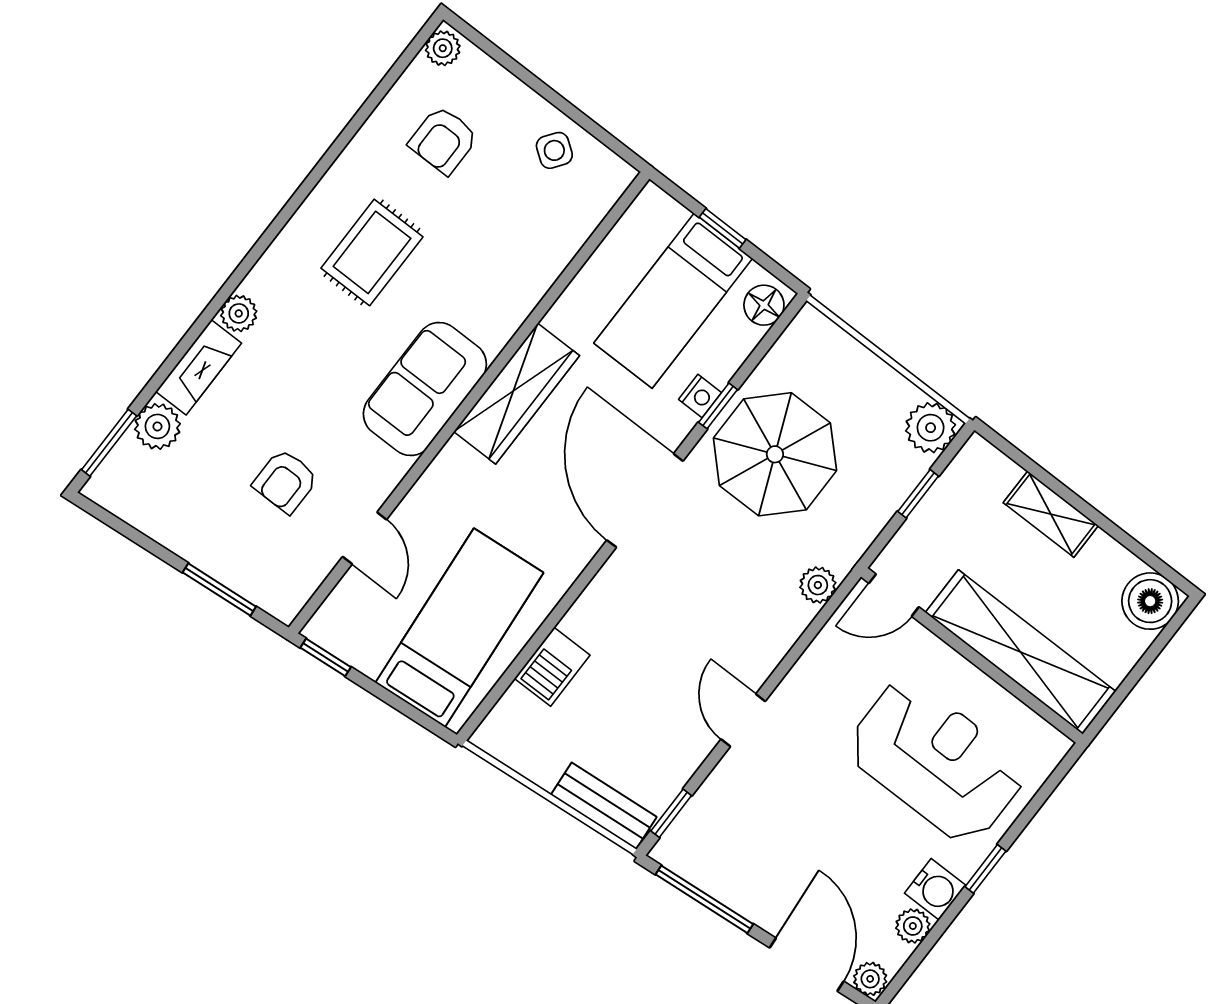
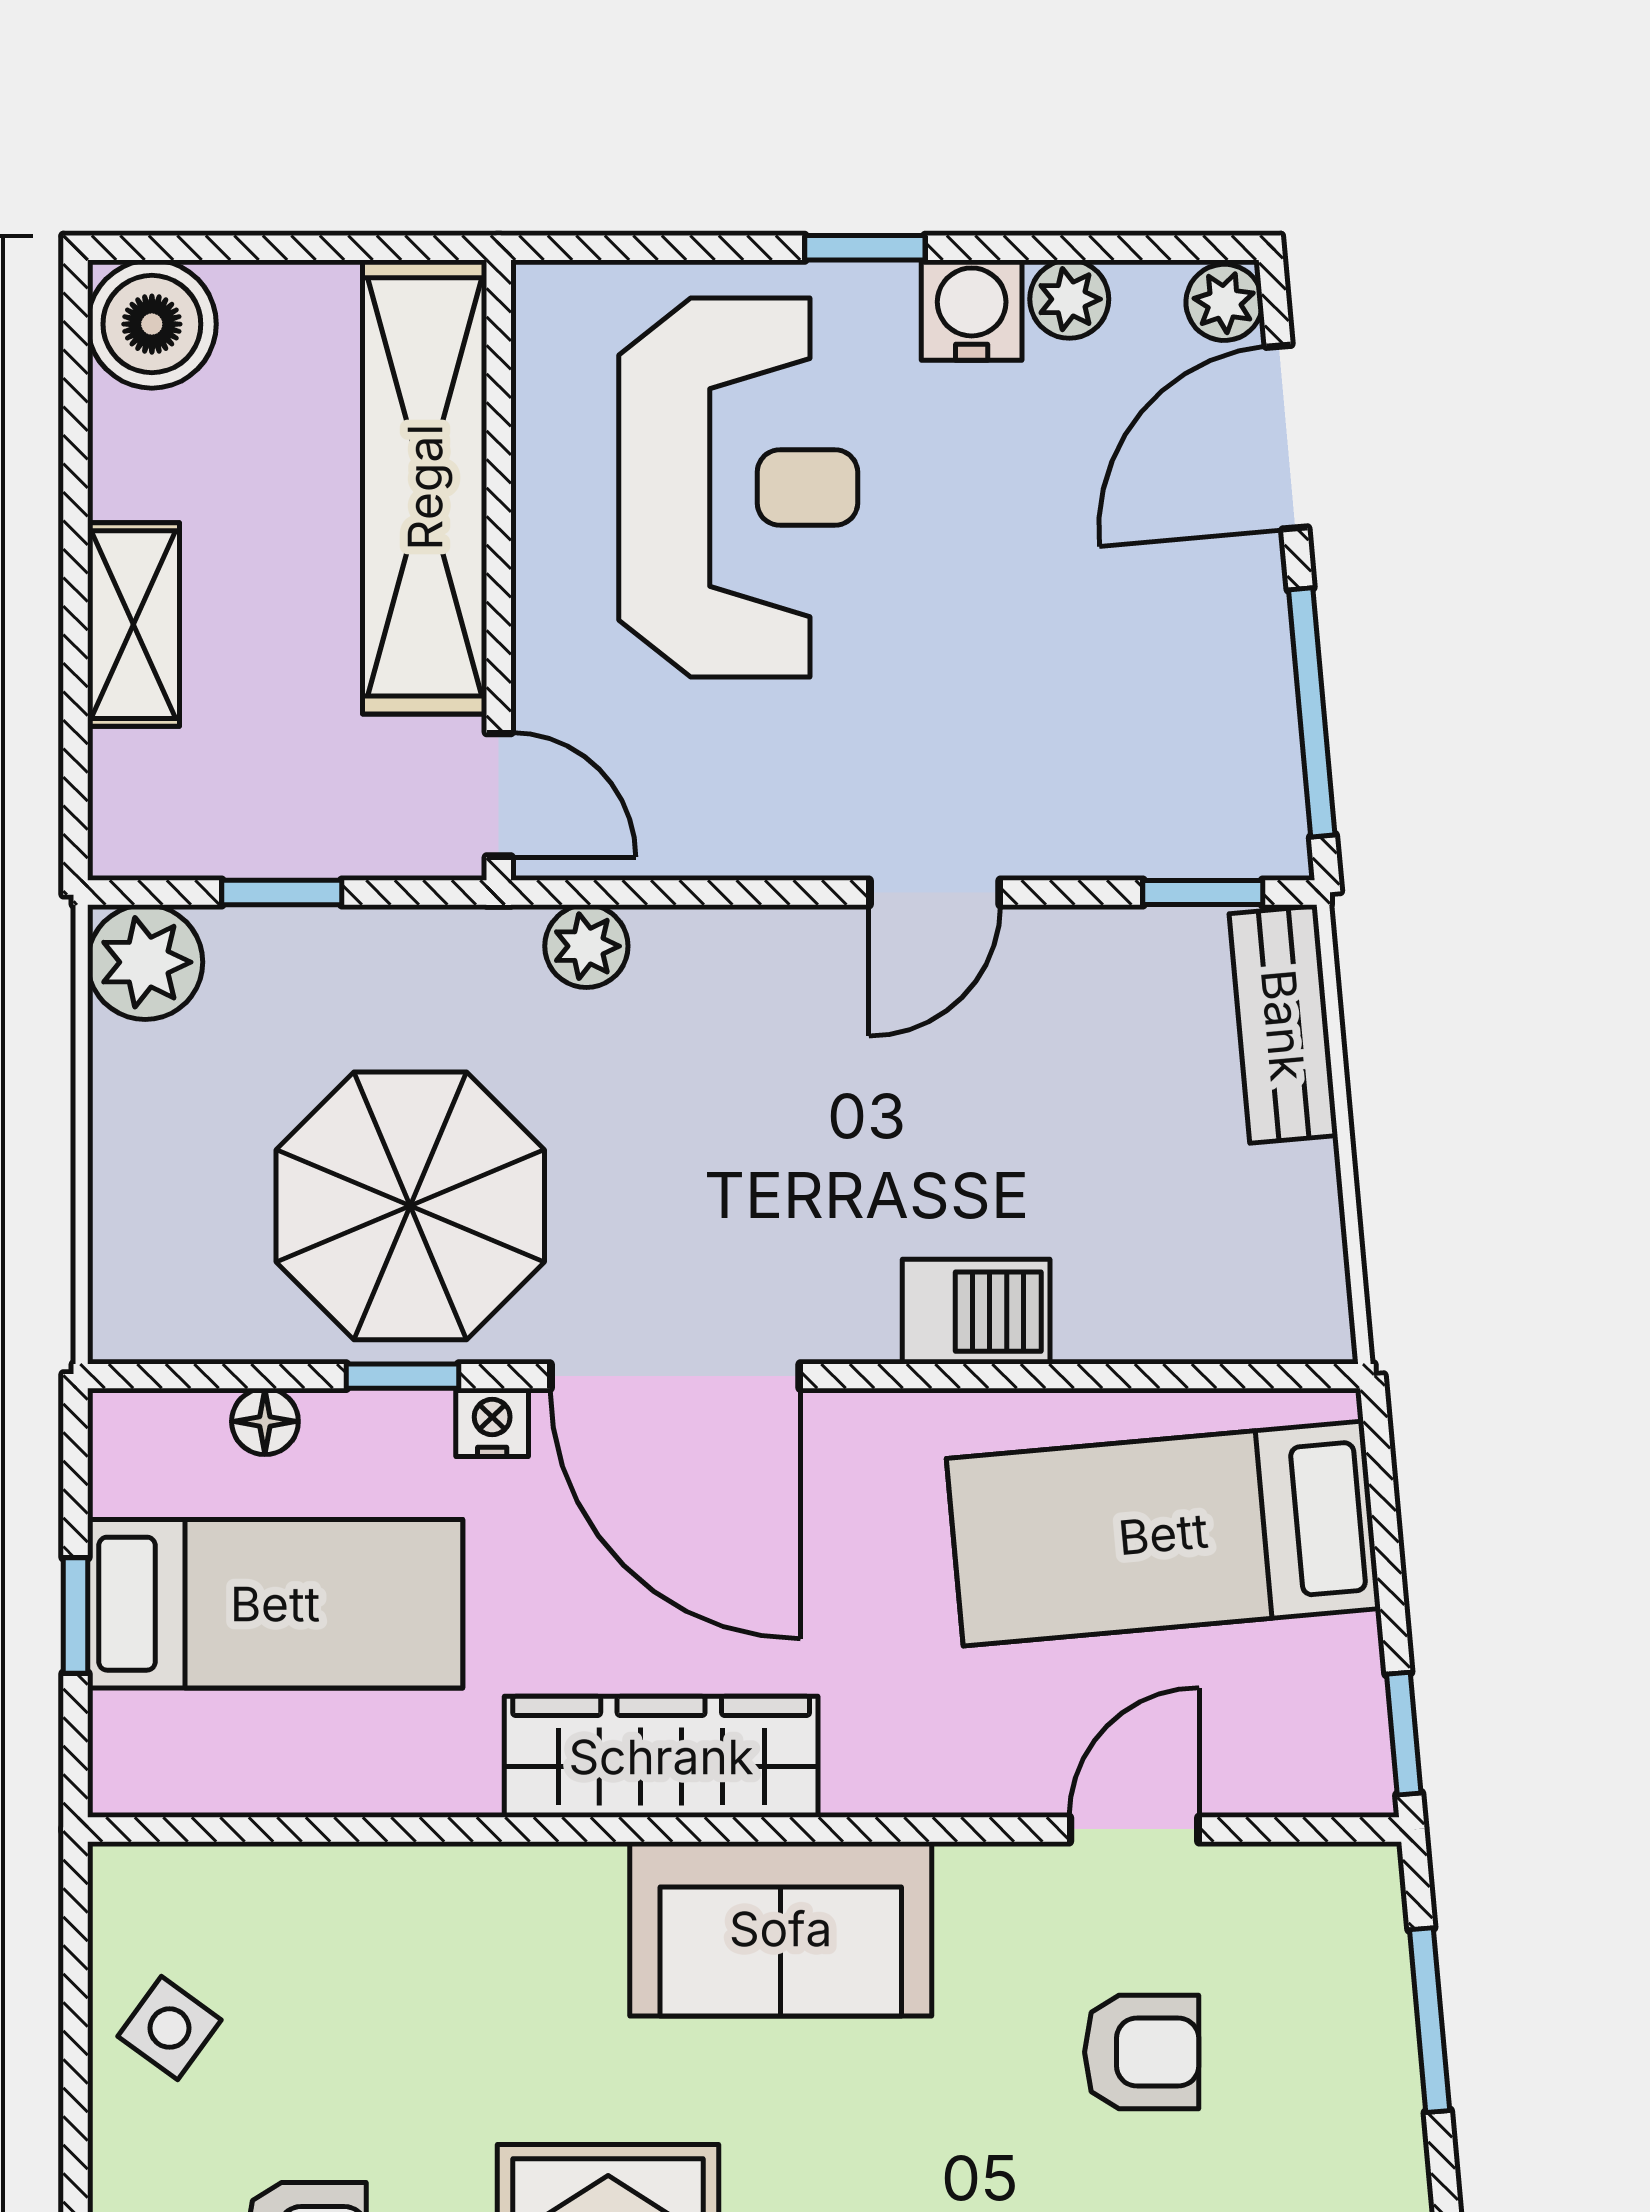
floor lamp: (764, 305) -> (265, 1421), moved, width x0.73, depth x0.73
nightstand: (700, 396) -> (492, 1422), moved
door: (645, 501) -> (675, 1376), hinge flipped
barbecue: (552, 667) -> (976, 1312), moved
reception desk: (936, 761) -> (738, 488), turned 180

